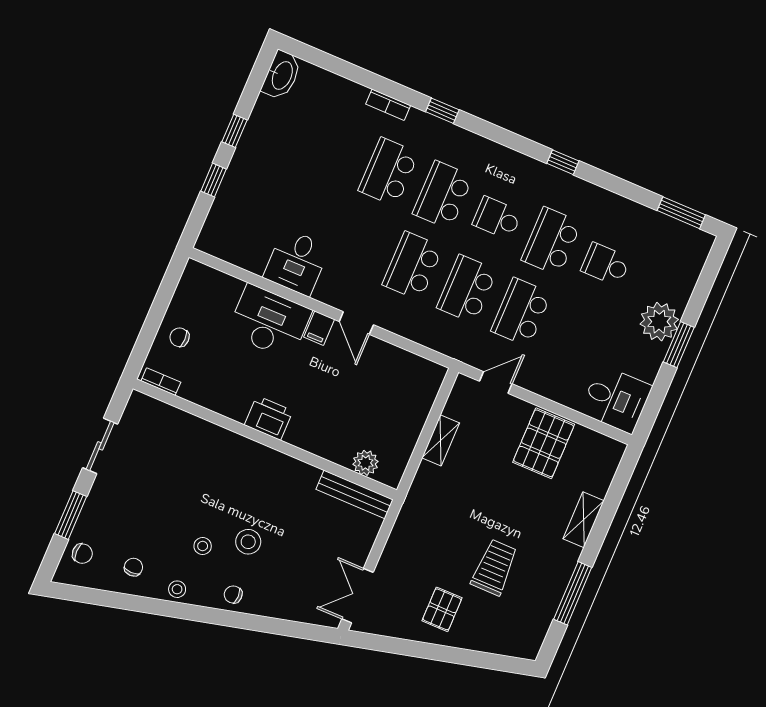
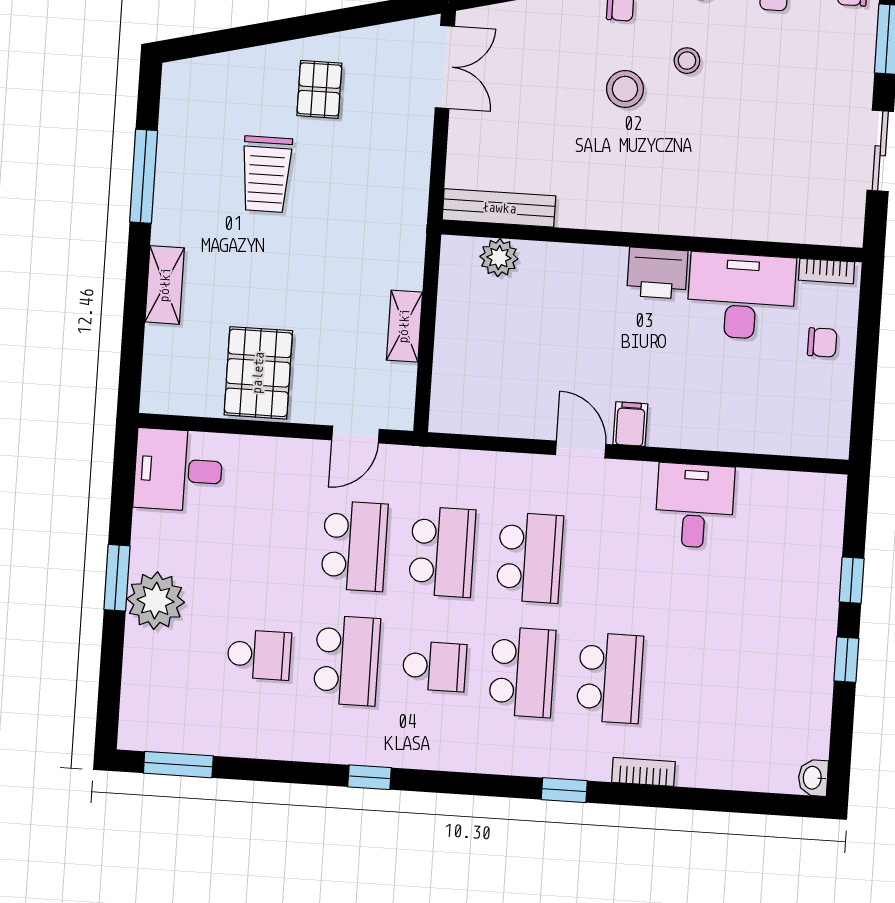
washbasin: (282, 75) -> (813, 778), width x0.52, depth x0.69
desk: (269, 322) -> (741, 296), moved, turned 180

